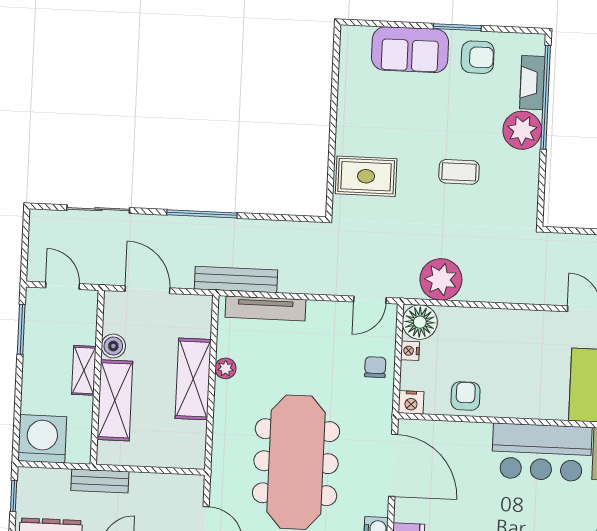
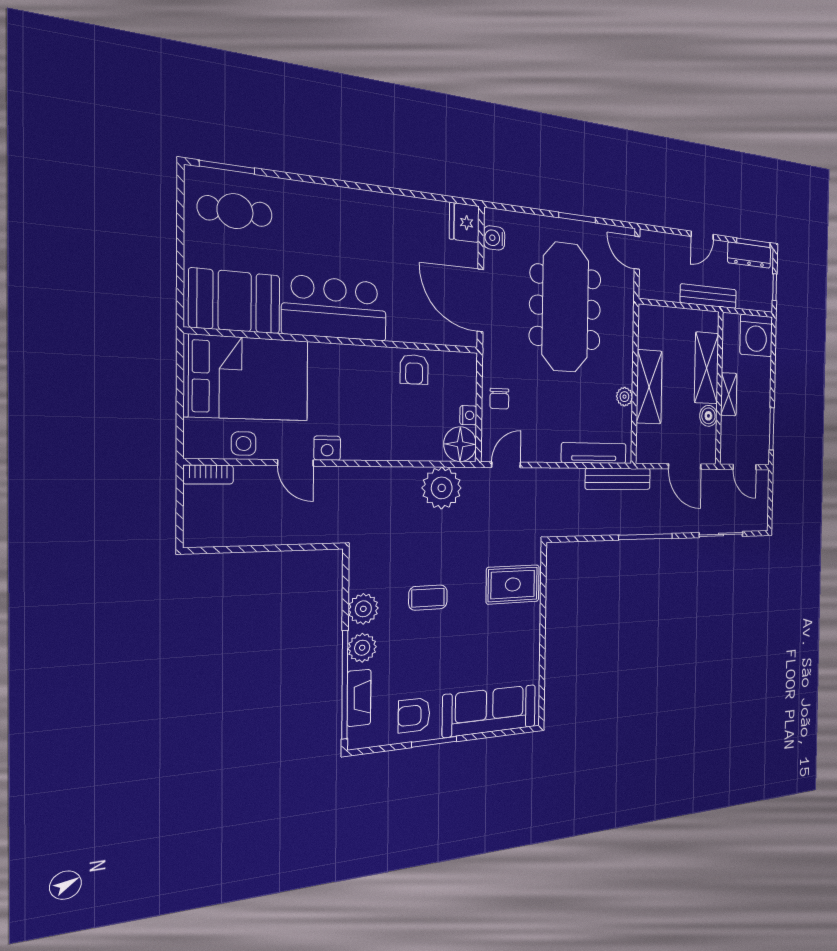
sofa: (410, 50) -> (490, 711), width x1.36
plant: (522, 130) -> (362, 648), width x0.73, depth x0.73
plant: (525, 168) -> (363, 609), added
nightstand: (411, 402) -> (327, 448), moved, turned 180
bench: (100, 481) -> (708, 296), width x1.36

